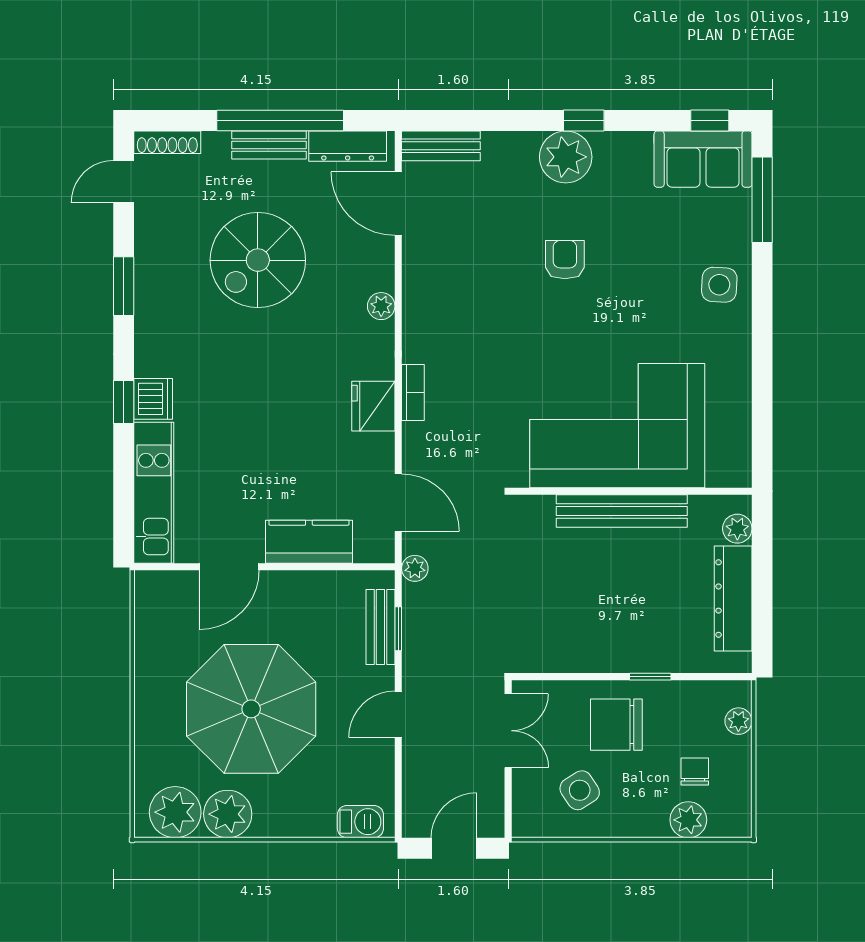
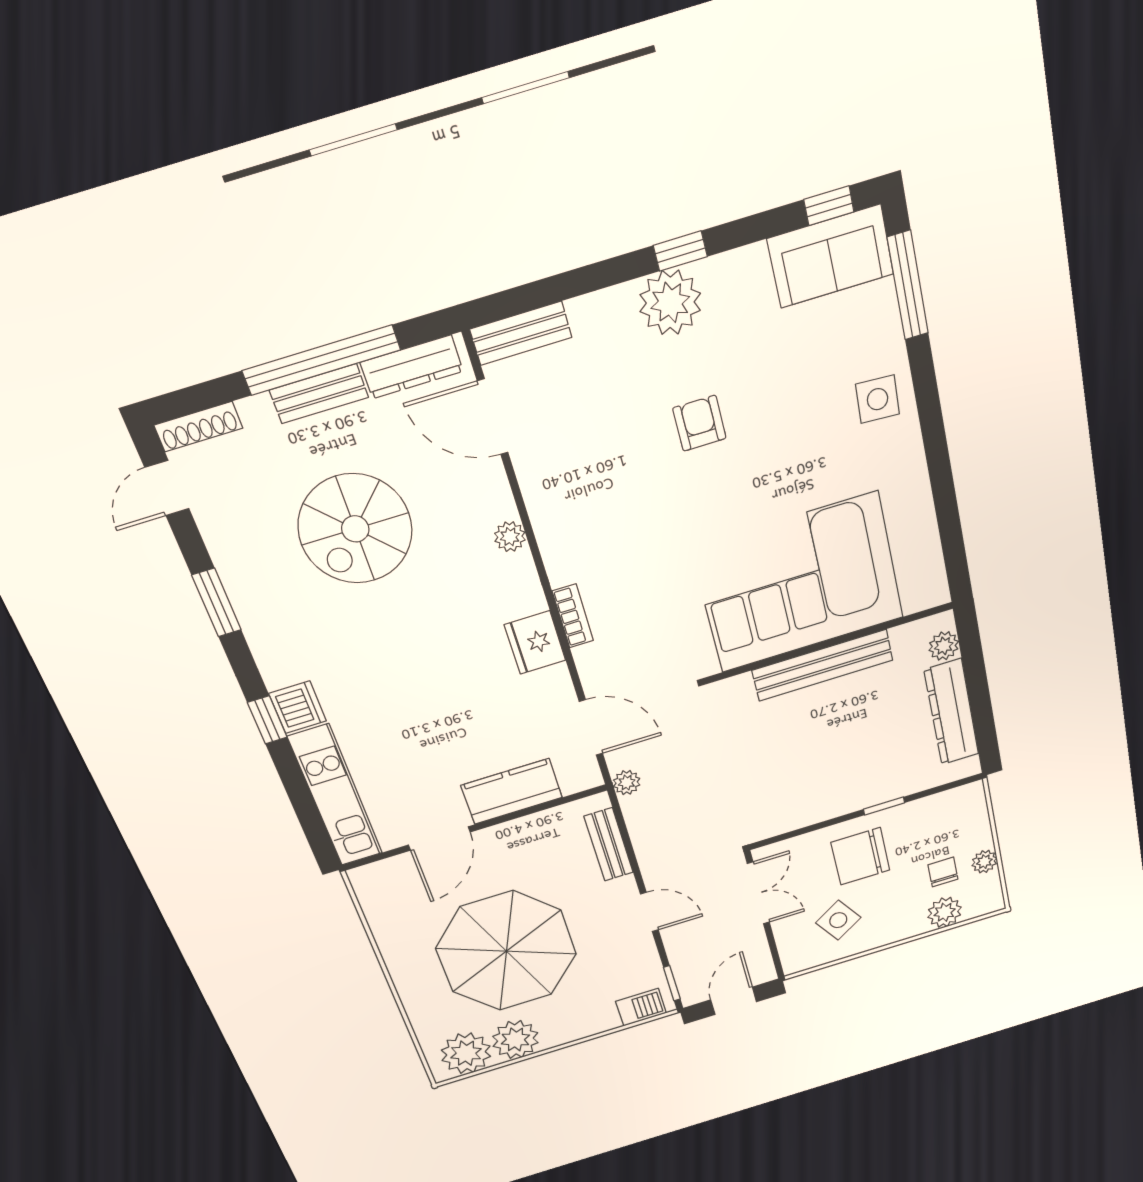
window: (398, 629) -> (672, 983), moved
door: (398, 714) -> (649, 912), swing flipped
plant: (738, 721) -> (984, 862), moved

